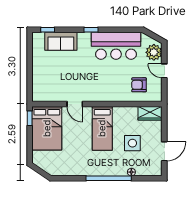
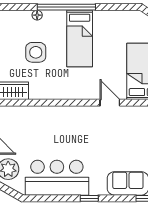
armchair: (139, 85) -> (27, 127), removed
bed: (102, 128) -> (80, 38), moved, turned 180

